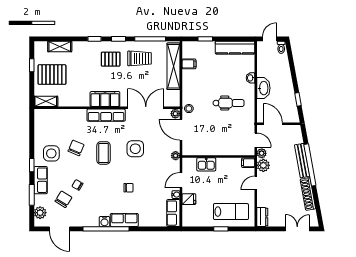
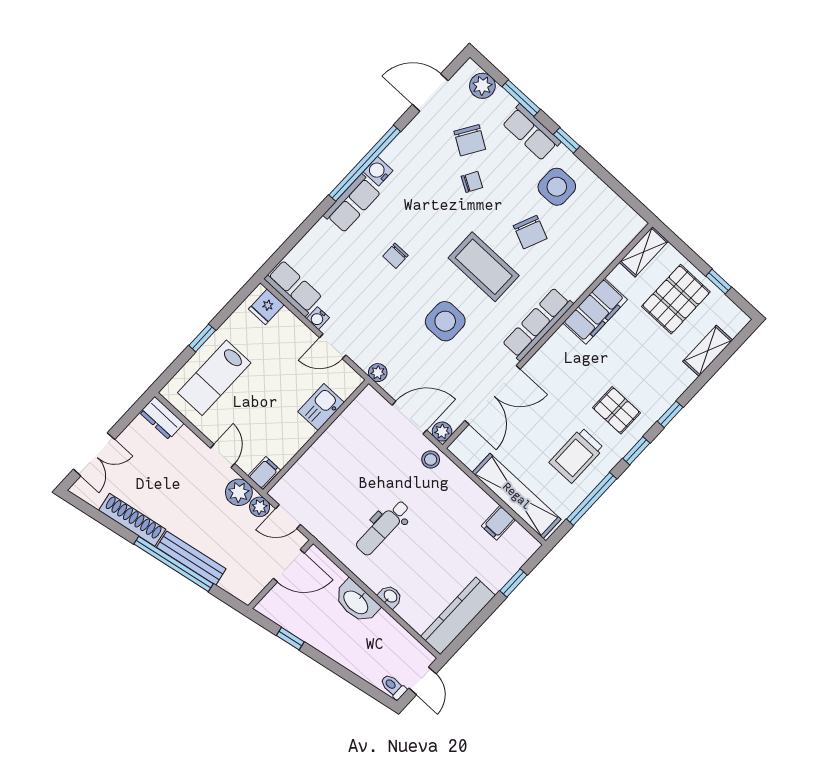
pallet: (111, 59) -> (617, 410), turned 90
filing cabinet: (105, 99) -> (595, 311), moved
coffee table: (103, 153) -> (484, 267), width x1.36, depth x1.32
door: (181, 180) -> (333, 346), swing flipped
fridge: (189, 199) -> (266, 307), moved

